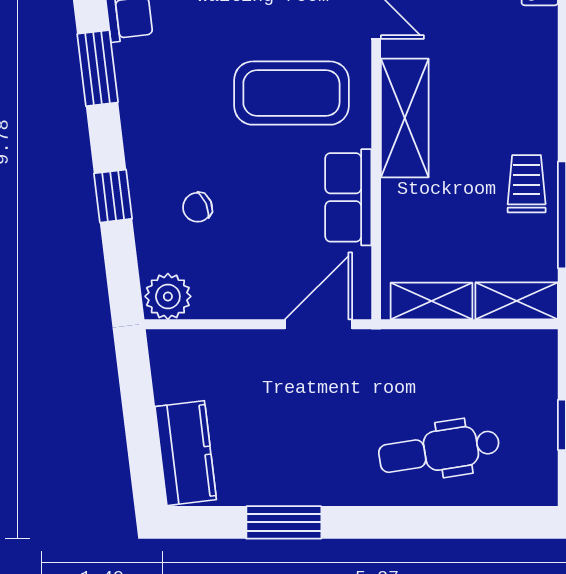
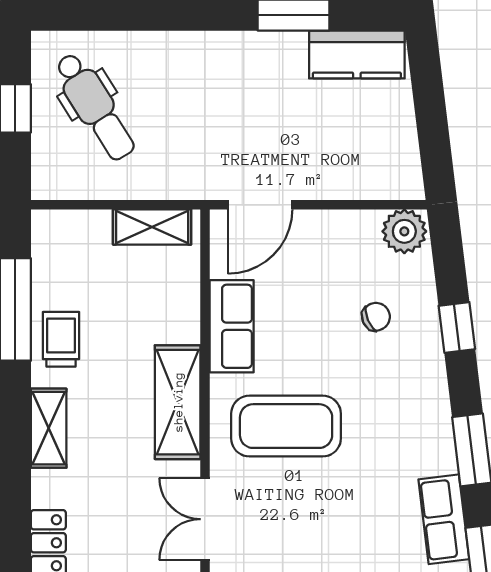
trolley: (527, 184) -> (61, 339), turned 180
shelving: (517, 301) -> (49, 428), moved, turned 90
dental chair: (439, 450) -> (95, 107), moved, turned 67
kitchen counter: (186, 453) -> (357, 55), moved, turned -83

